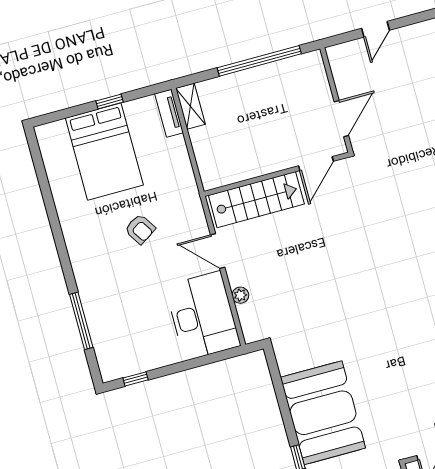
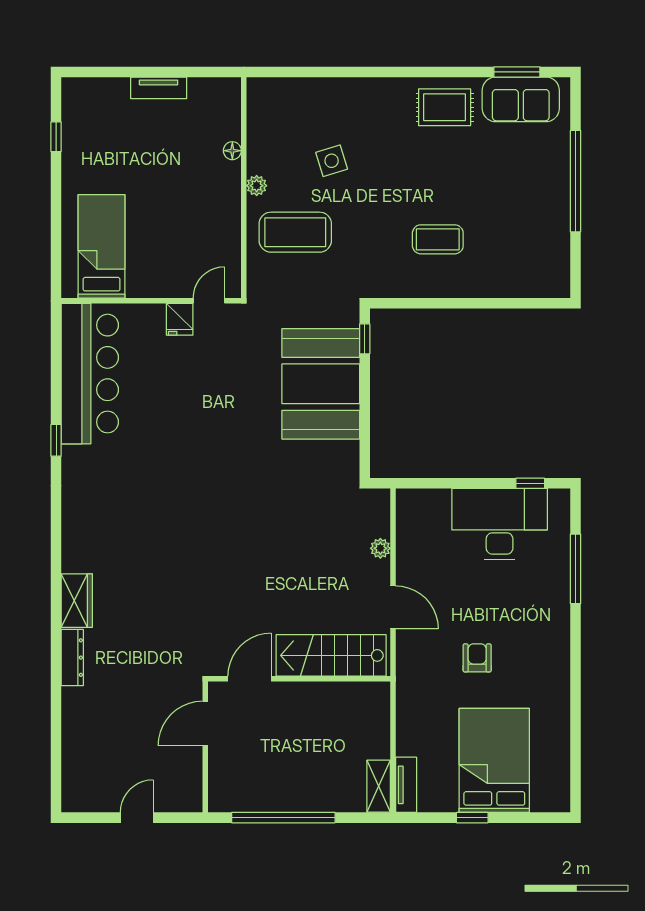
armchair: (140, 229) -> (477, 658), turned 33
desk: (203, 316) -> (500, 524), moved, turned 90

